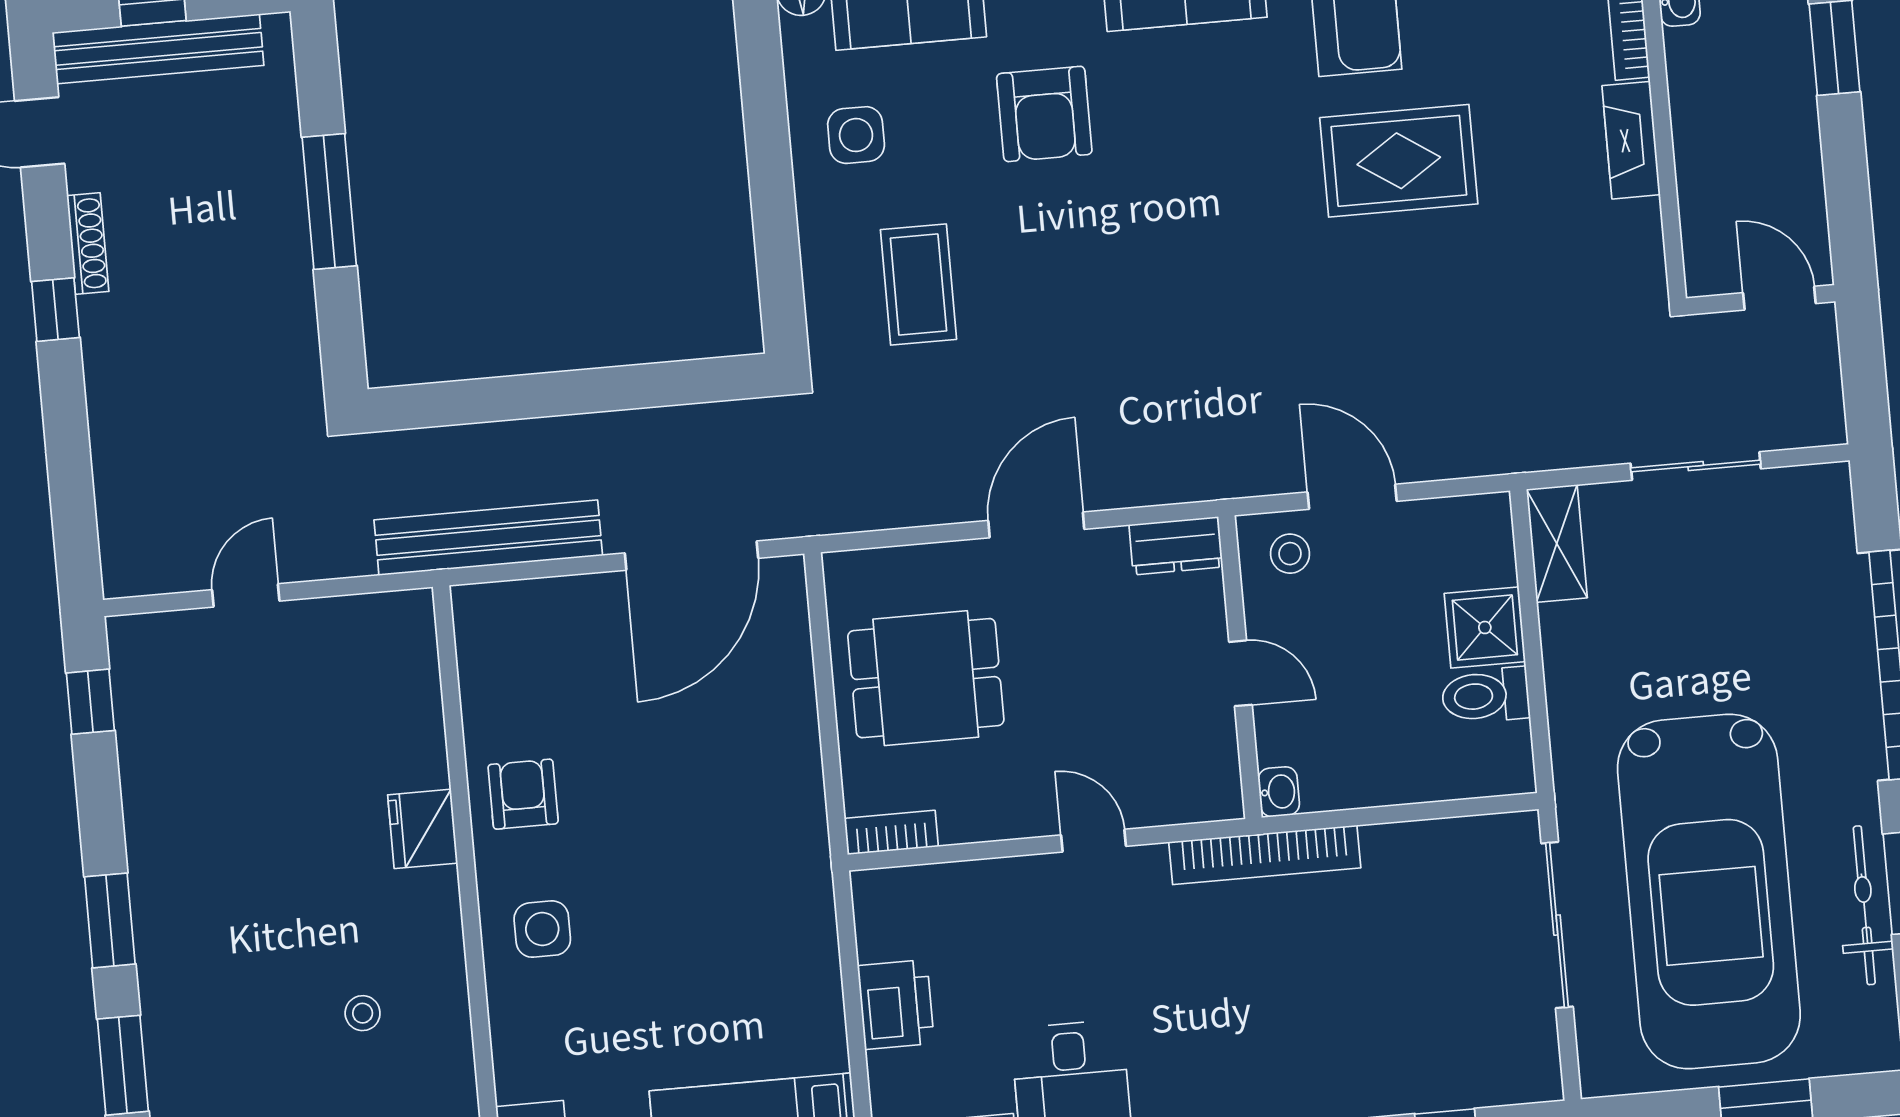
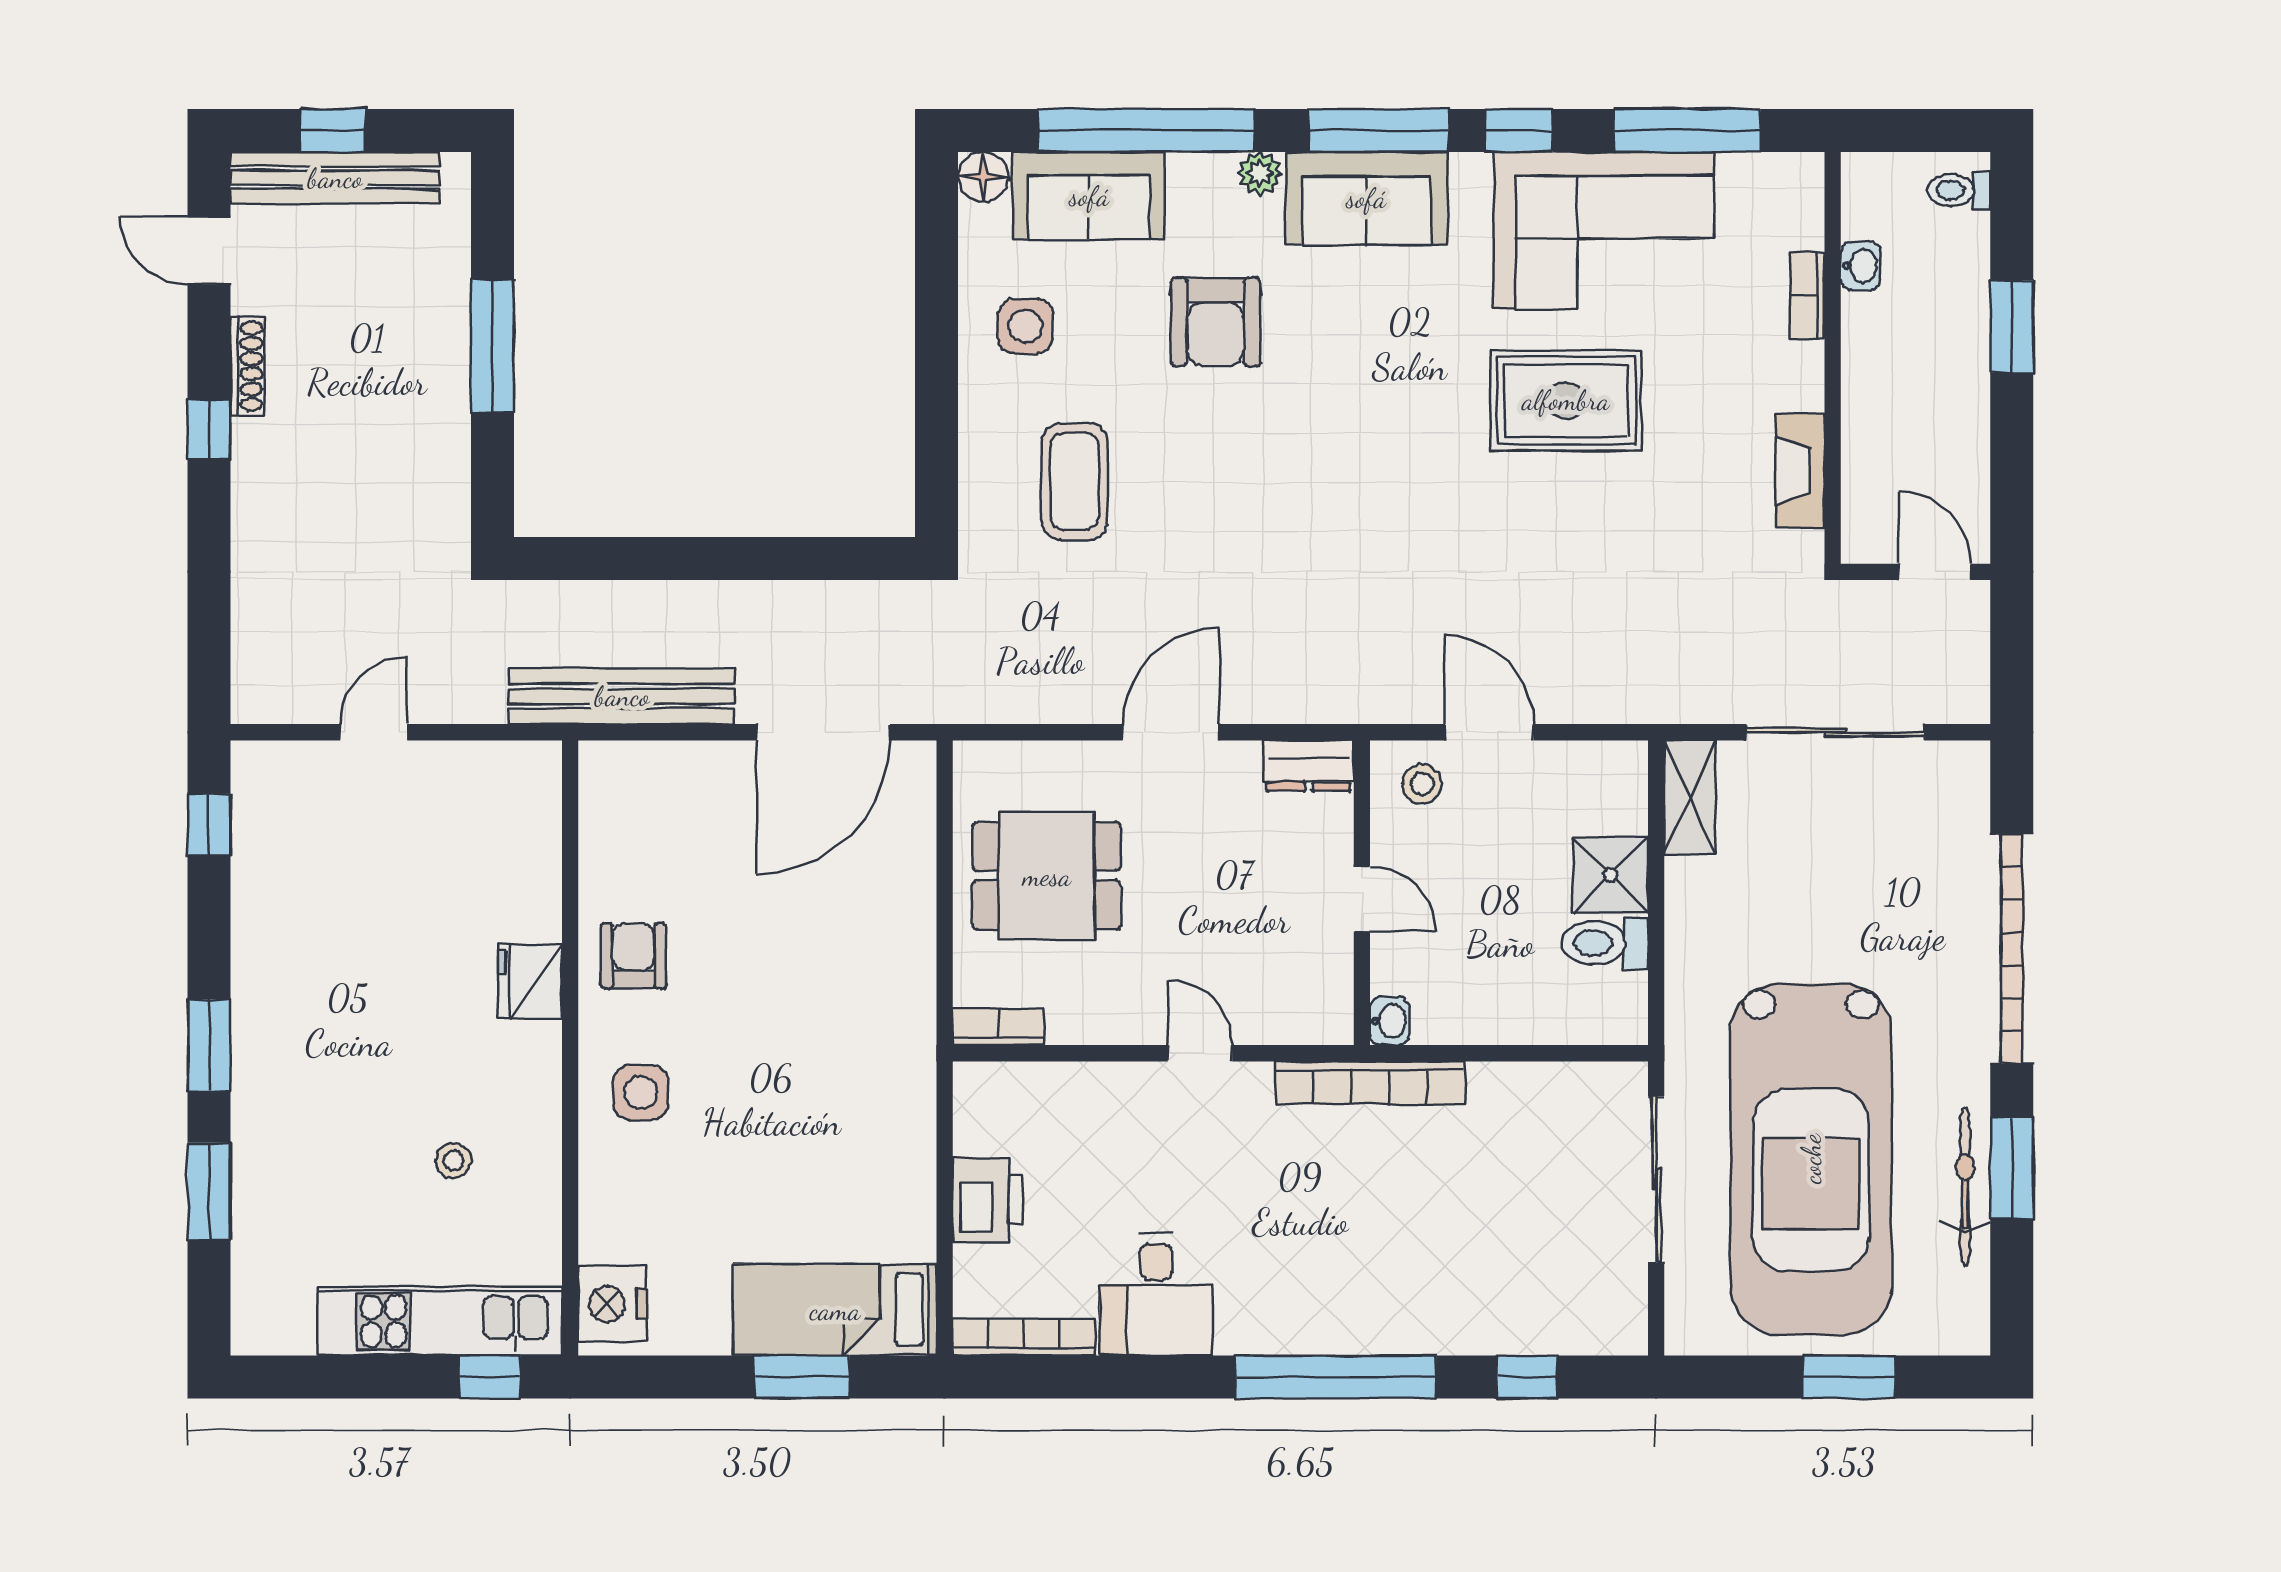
fireplace: (1631, 140) -> (1800, 471), moved
sliding door: (1696, 466) -> (1836, 732), width x1.37

